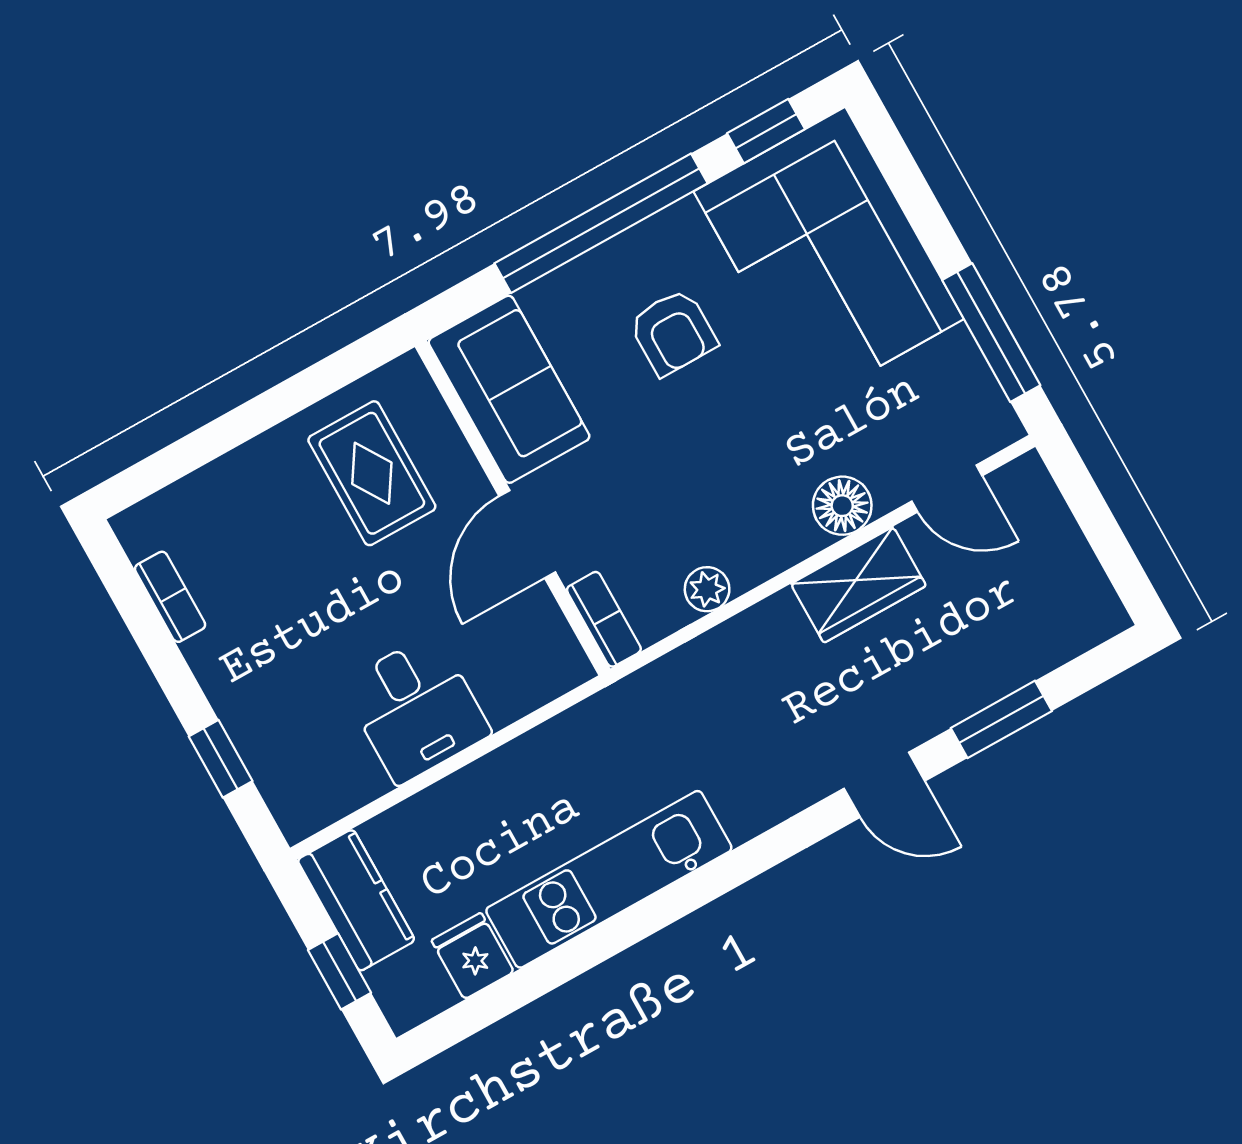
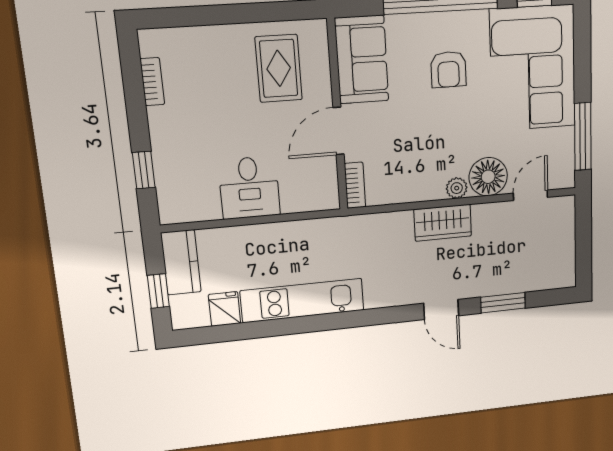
door: (947, 488) -> (530, 195), swing flipped
floor lamp: (842, 506) -> (488, 177), width x1.38, depth x1.38
wardrobe: (858, 585) -> (443, 223), moved
plant: (707, 589) -> (457, 188), moved

